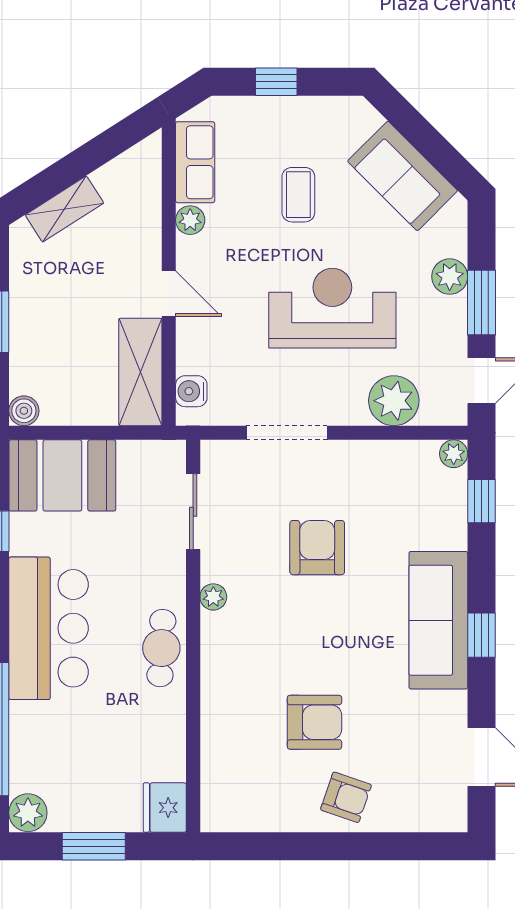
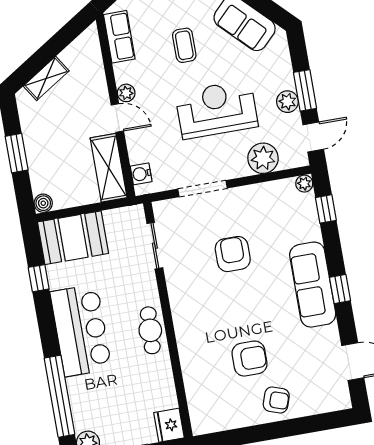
plant: (190, 220) -> (126, 93), moved
plant: (450, 277) -> (287, 102), moved
plant: (213, 597) -> (176, 294), removed

